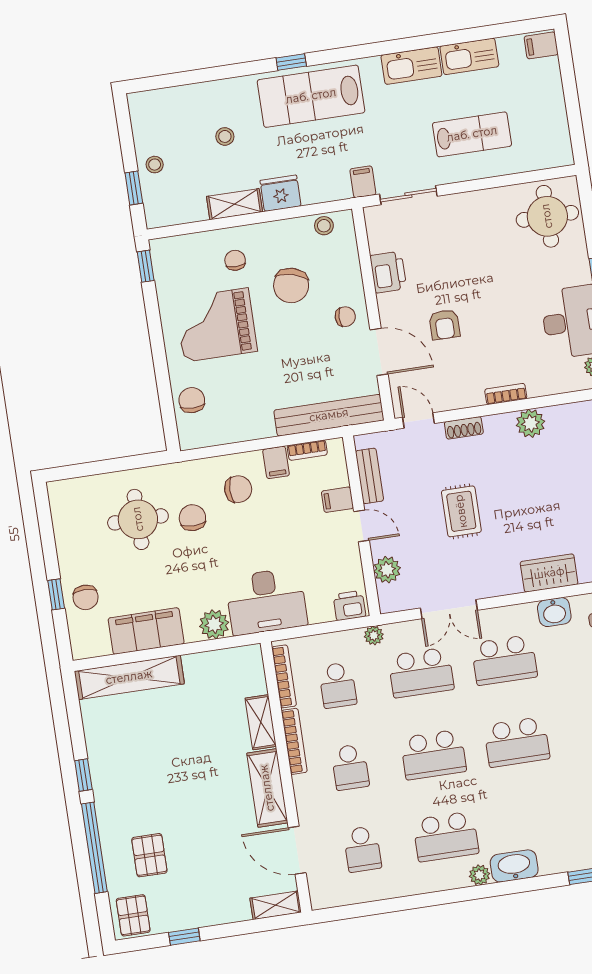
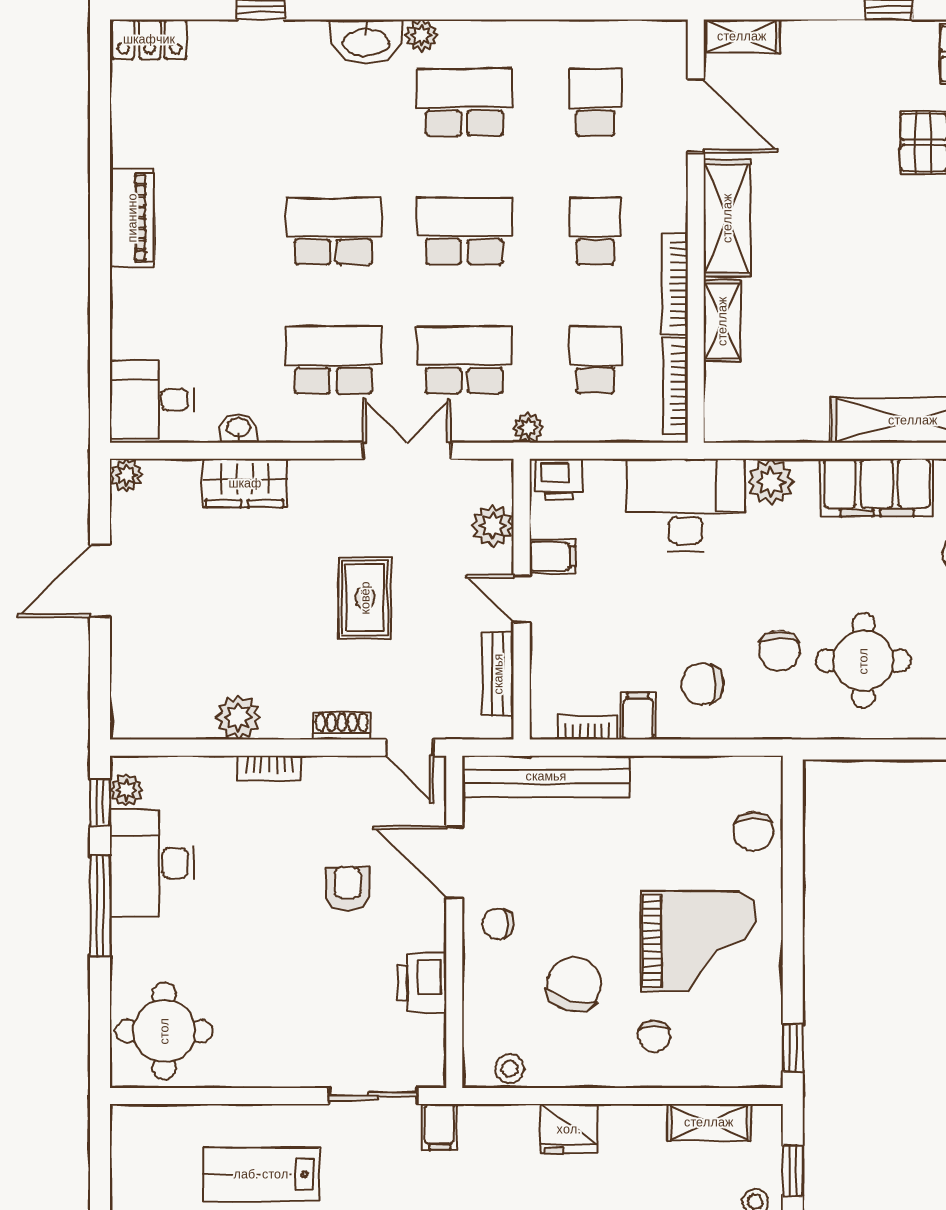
shelving: (235, 204) -> (709, 1122), moved
filing cabinet: (337, 500) -> (552, 556), moved
washbasin: (554, 612) -> (239, 428), width x0.72, depth x0.69

